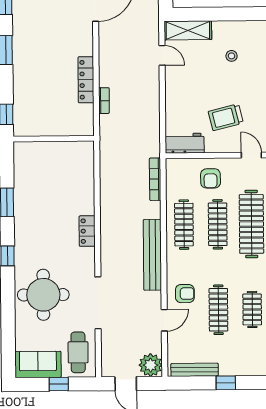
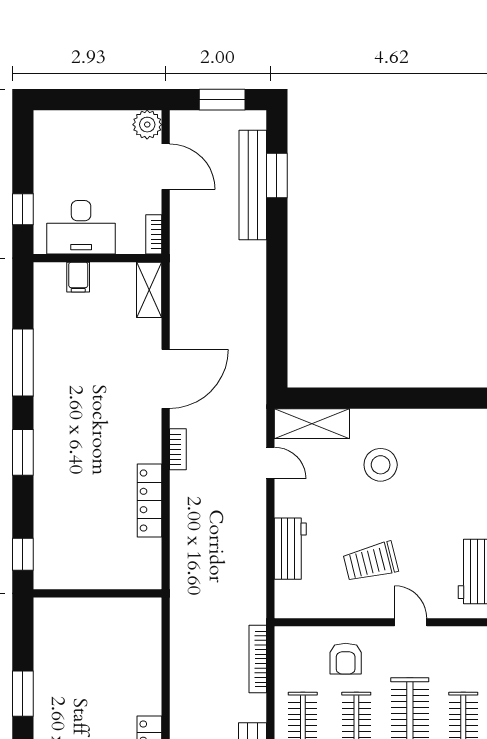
stool: (232, 56) -> (381, 465), width x1.89, depth x1.89
bookcase: (104, 101) -> (178, 449), moved
workbench: (185, 143) -> (290, 549), moved, turned 90

